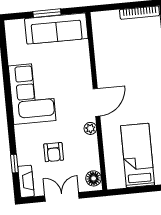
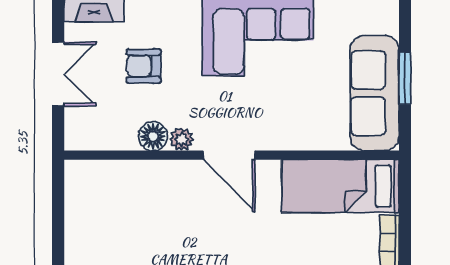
bed: (138, 155) -> (340, 186), moved, turned 180
floor lamp: (94, 178) -> (153, 136), moved

